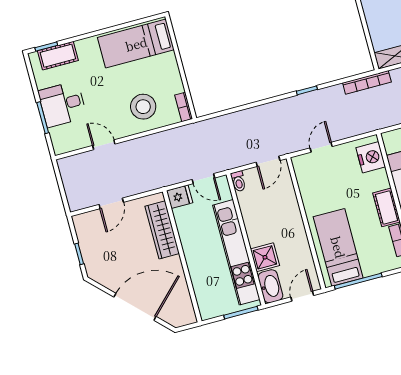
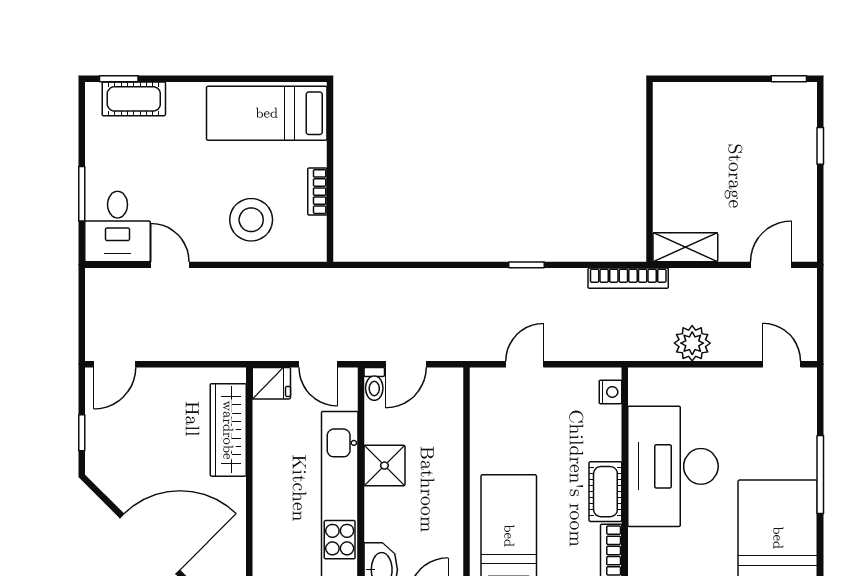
desk: (62, 104) -> (118, 226), moved, turned -90
bookcase: (184, 107) -> (317, 192), moved
nightstand: (371, 157) -> (610, 392), width x0.53, depth x0.56
door: (268, 161) -> (406, 364), moved
door: (111, 203) -> (115, 364), moved
shower: (265, 257) -> (384, 466), moved

